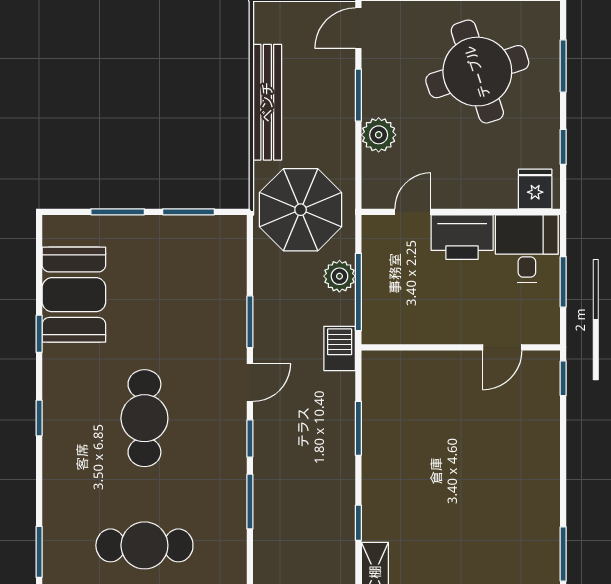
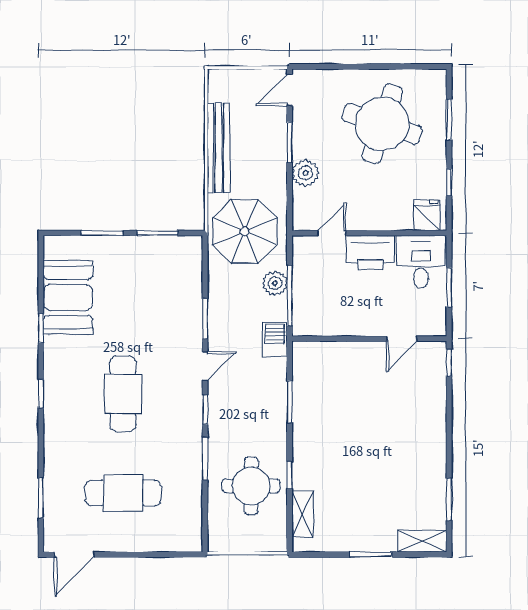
round table: (477, 72) -> (382, 124), turned 36
round table: (309, 537) -> (251, 486), added

